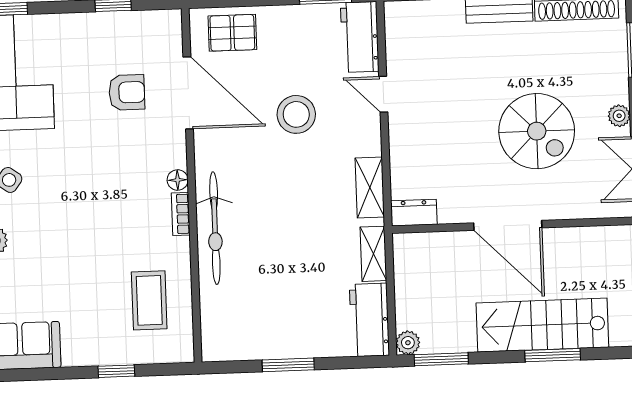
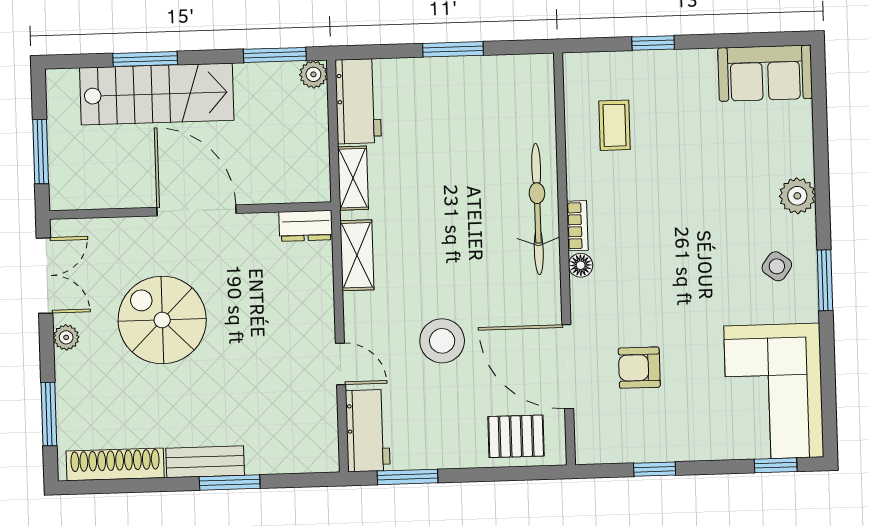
coffee table: (149, 300) -> (614, 125), width x0.73, depth x0.77

